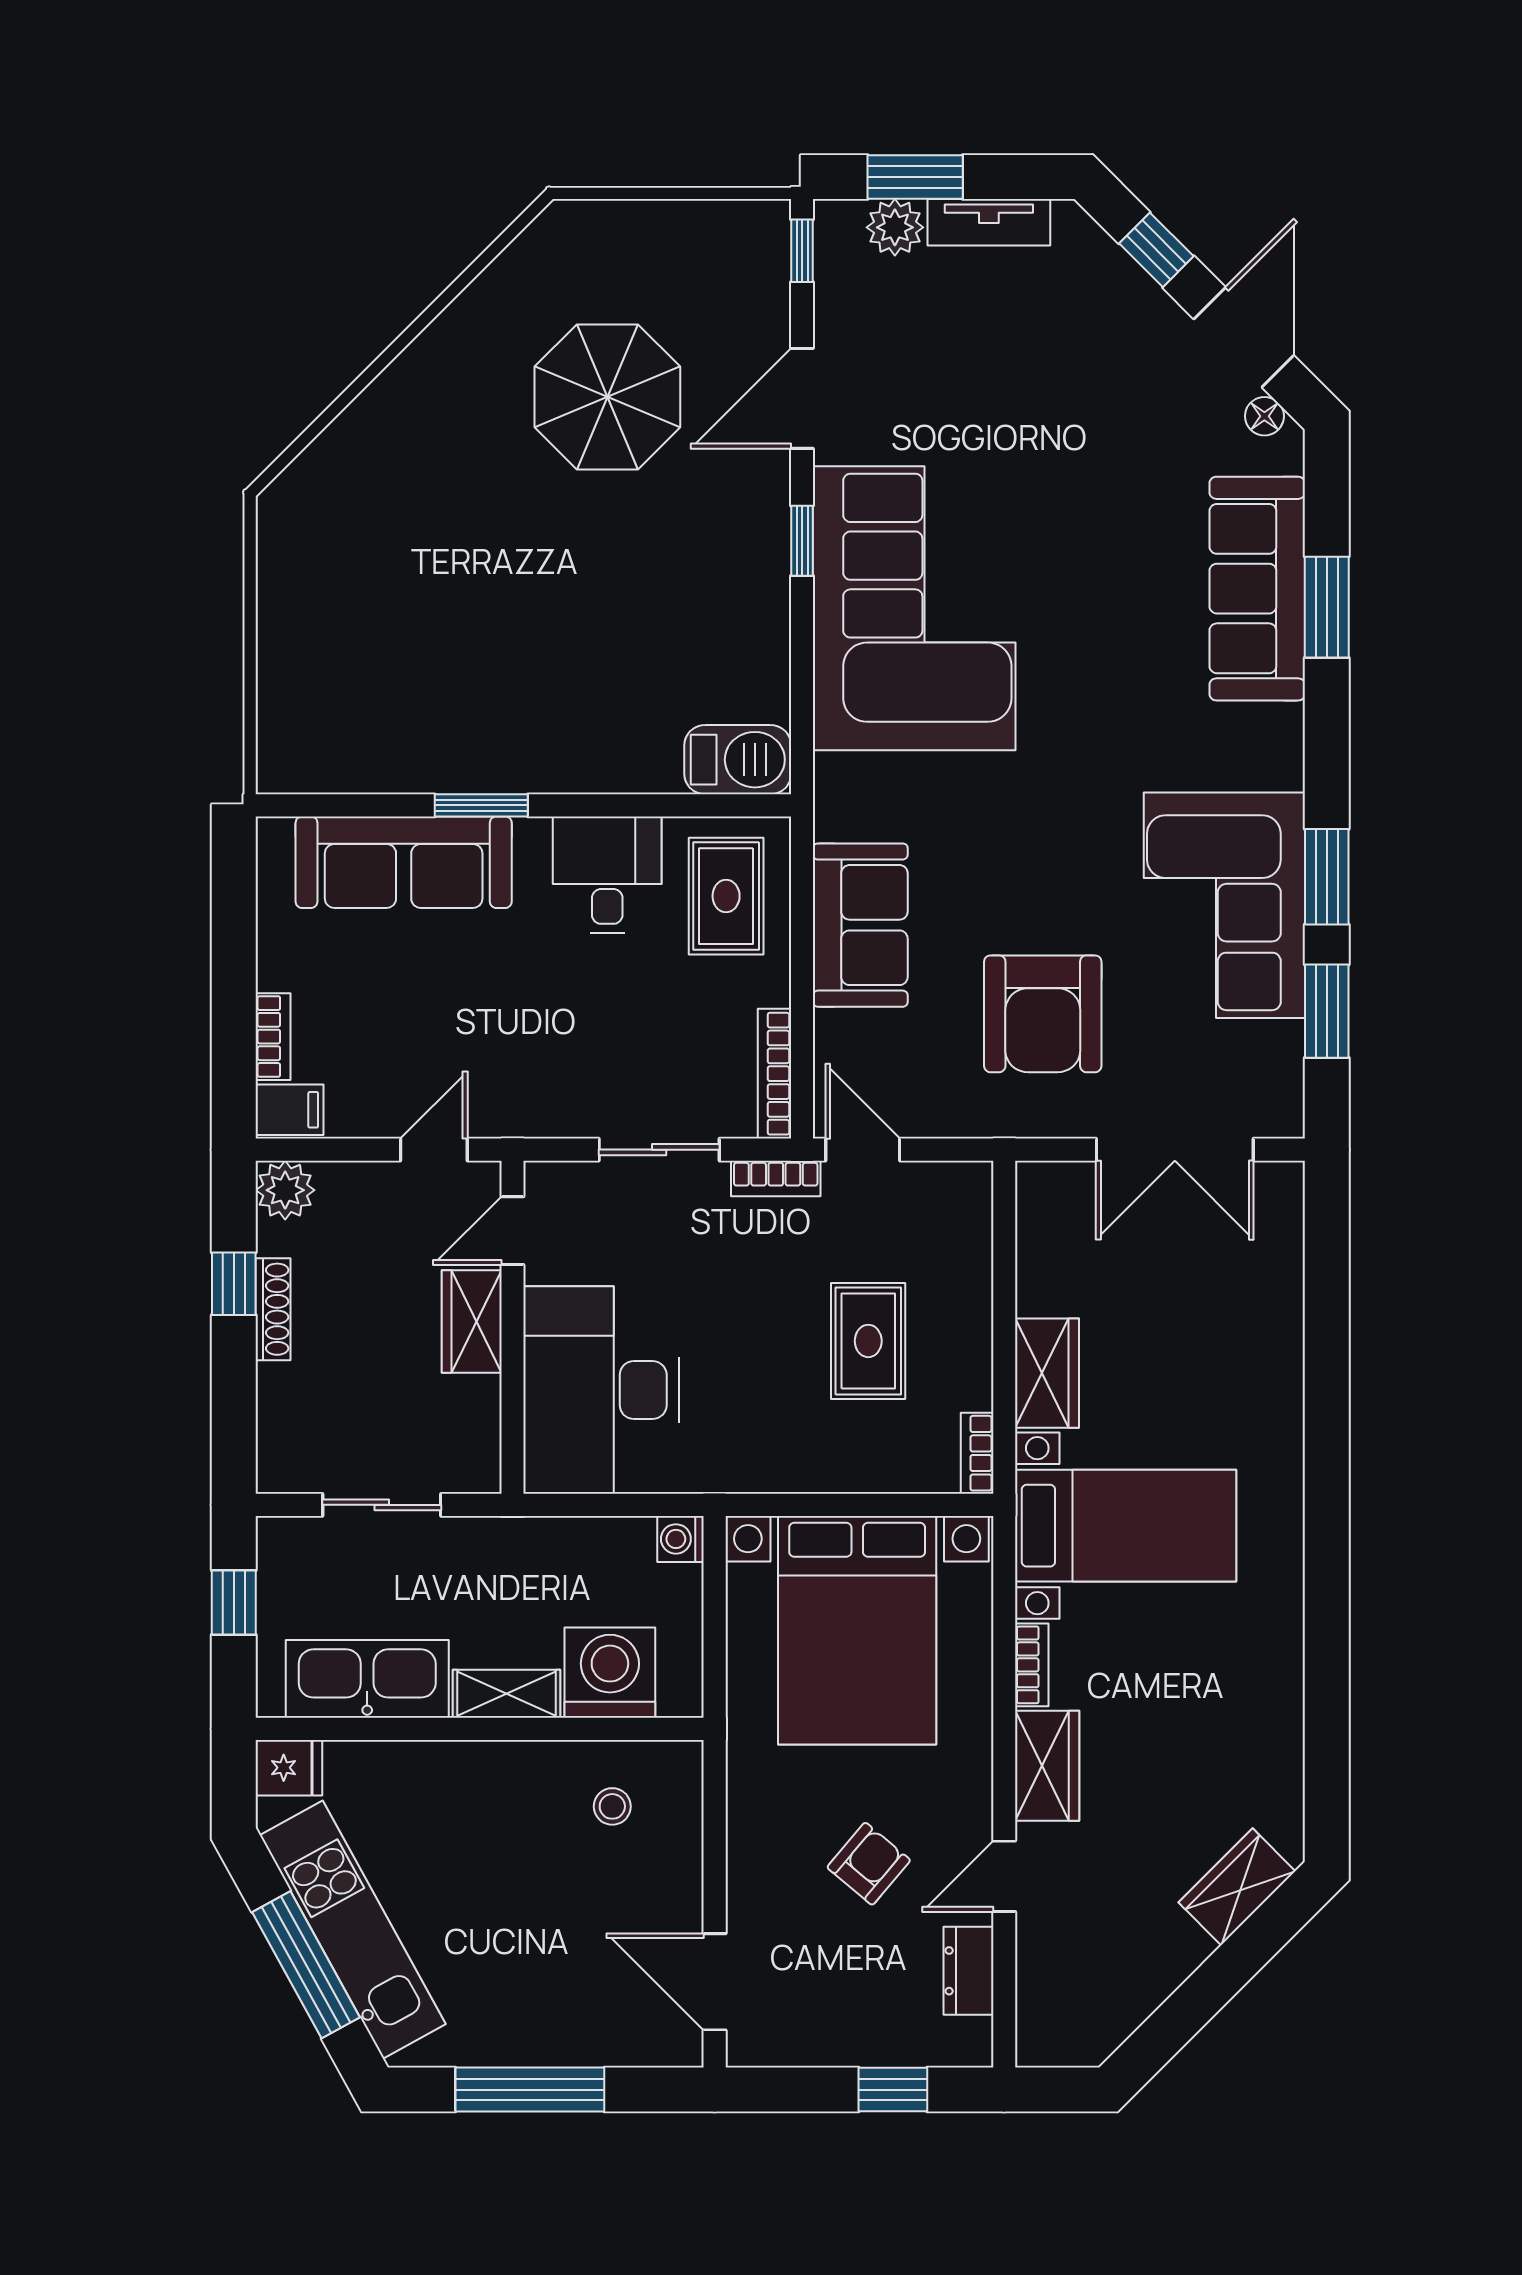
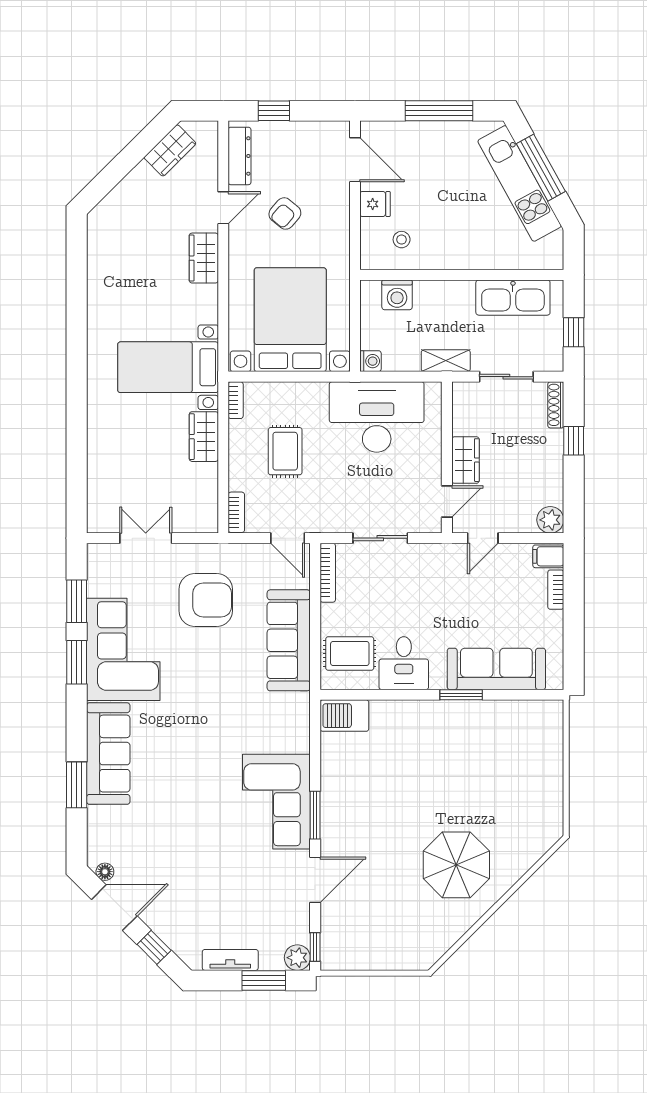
plant: (895, 227) -> (297, 958), moved
door: (1244, 337) -> (114, 908), swing flipped
parasol: (607, 397) -> (456, 865), moved
window: (802, 541) -> (315, 815), width x1.50
sofa: (1257, 589) -> (108, 754), moved
corner sofa: (914, 608) -> (276, 802), width x0.73, depth x0.74
rug: (726, 896) -> (350, 654), turned 90
sofa: (860, 925) -> (289, 640), width x1.36
armchair: (1043, 1014) -> (206, 600), turned 90
double door: (1175, 1150) -> (146, 538), width x0.73
bookcase: (776, 1178) -> (236, 512), moved, turned 90
window: (234, 1284) -> (574, 441), moved
shoe rack: (273, 1309) -> (556, 405), moved
desk: (601, 1390) -> (377, 417), moved, turned -90
bookcase: (1032, 1665) -> (211, 304), removed
washing machine: (610, 1673) -> (397, 295), width x0.73, depth x0.73
shelving: (507, 1694) -> (446, 361), moved
fridge: (289, 1768) -> (375, 204), moved, turned 180
wardrobe: (1237, 1887) -> (170, 150), moved
dresser: (968, 1971) -> (240, 156), width x1.44

